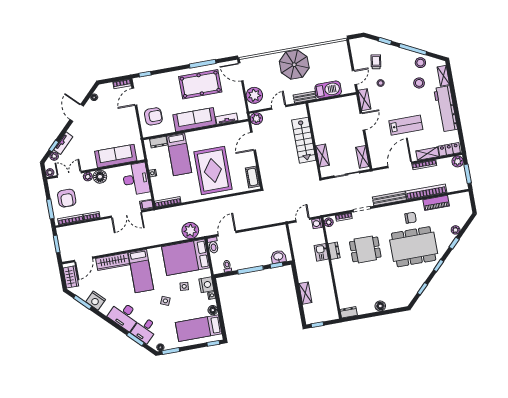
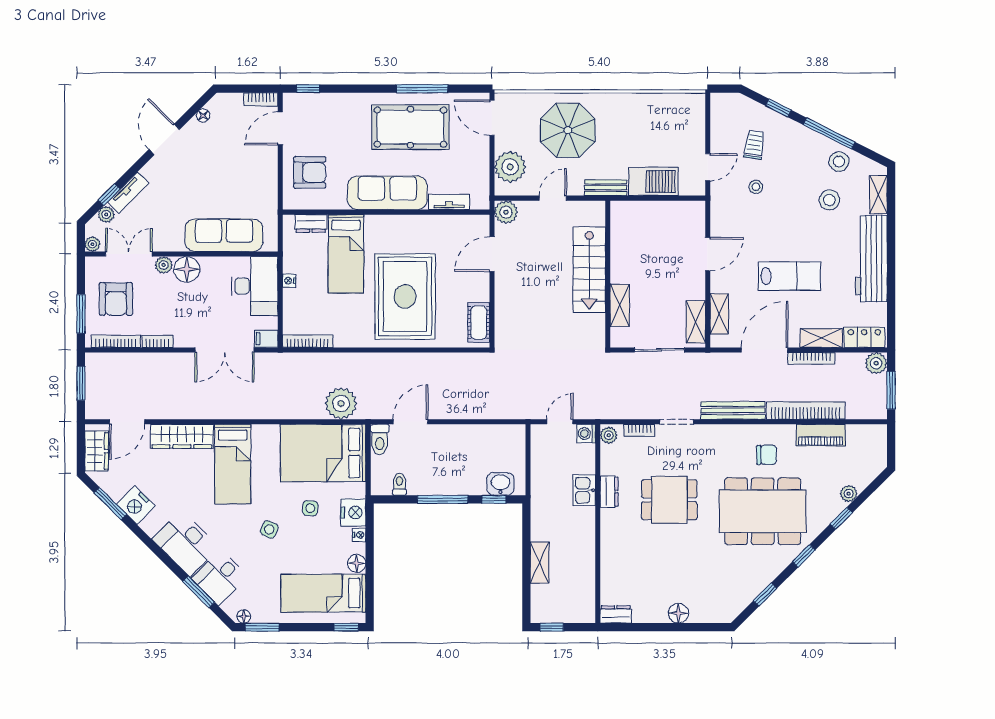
parasol: (294, 65) -> (568, 130), moved
shelving: (364, 100) -> (719, 314), moved

